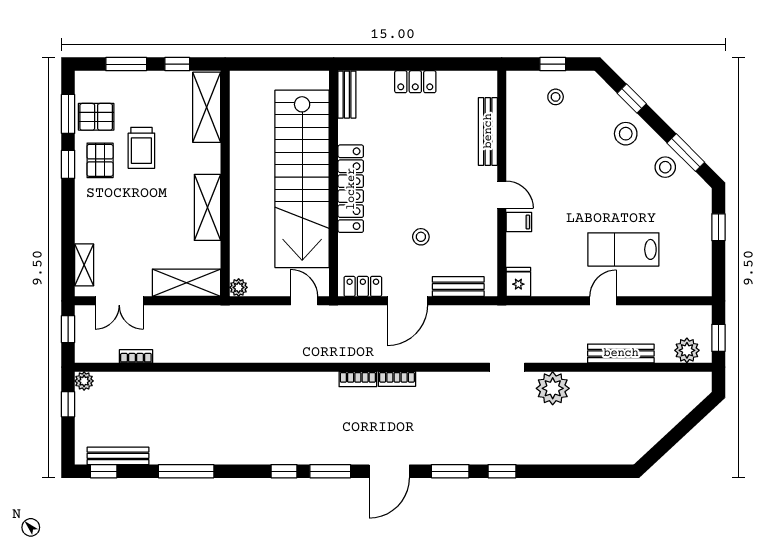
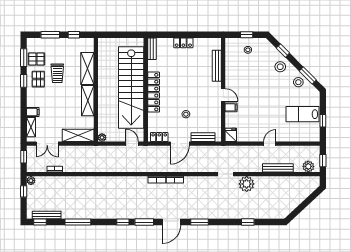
shelving: (207, 107) -> (87, 69), moved
window: (718, 227) -> (323, 121), moved
filing cabinet: (88, 232) -> (33, 112), added
lab bench: (623, 249) -> (302, 114), moved
window: (502, 471) -> (248, 222), moved

